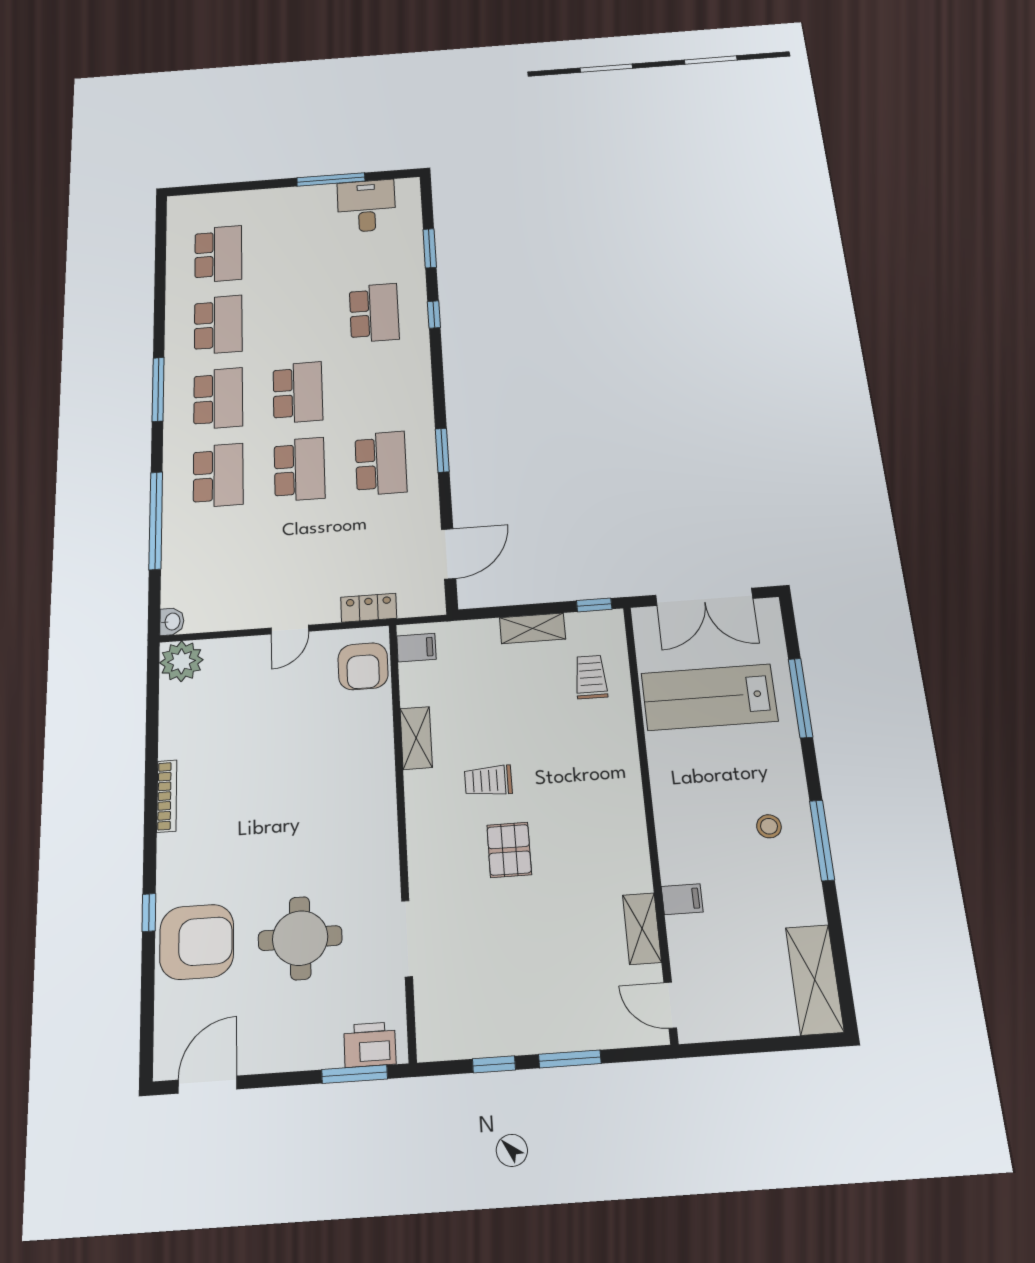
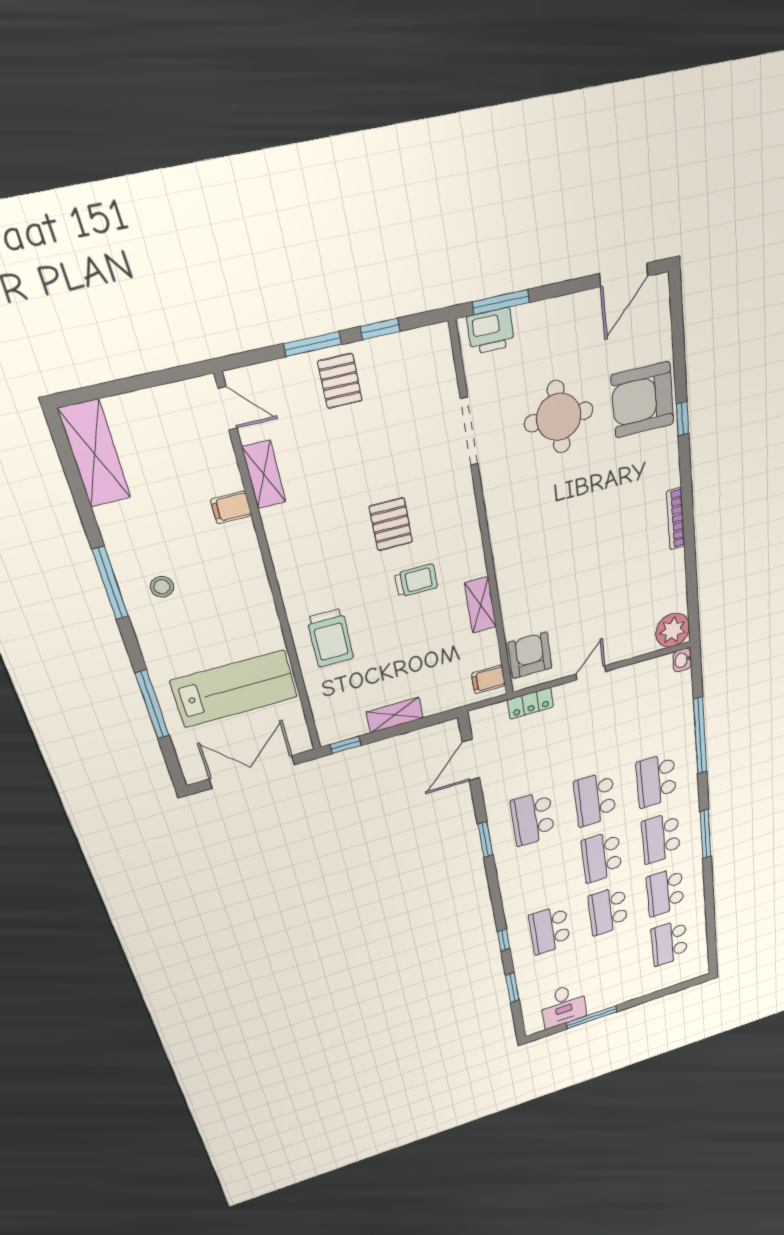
school desk: (296, 319) -> (608, 911), added
trolley: (591, 677) -> (330, 638), moved, width x1.36, depth x1.39
pallet: (545, 1015) -> (340, 381), added

